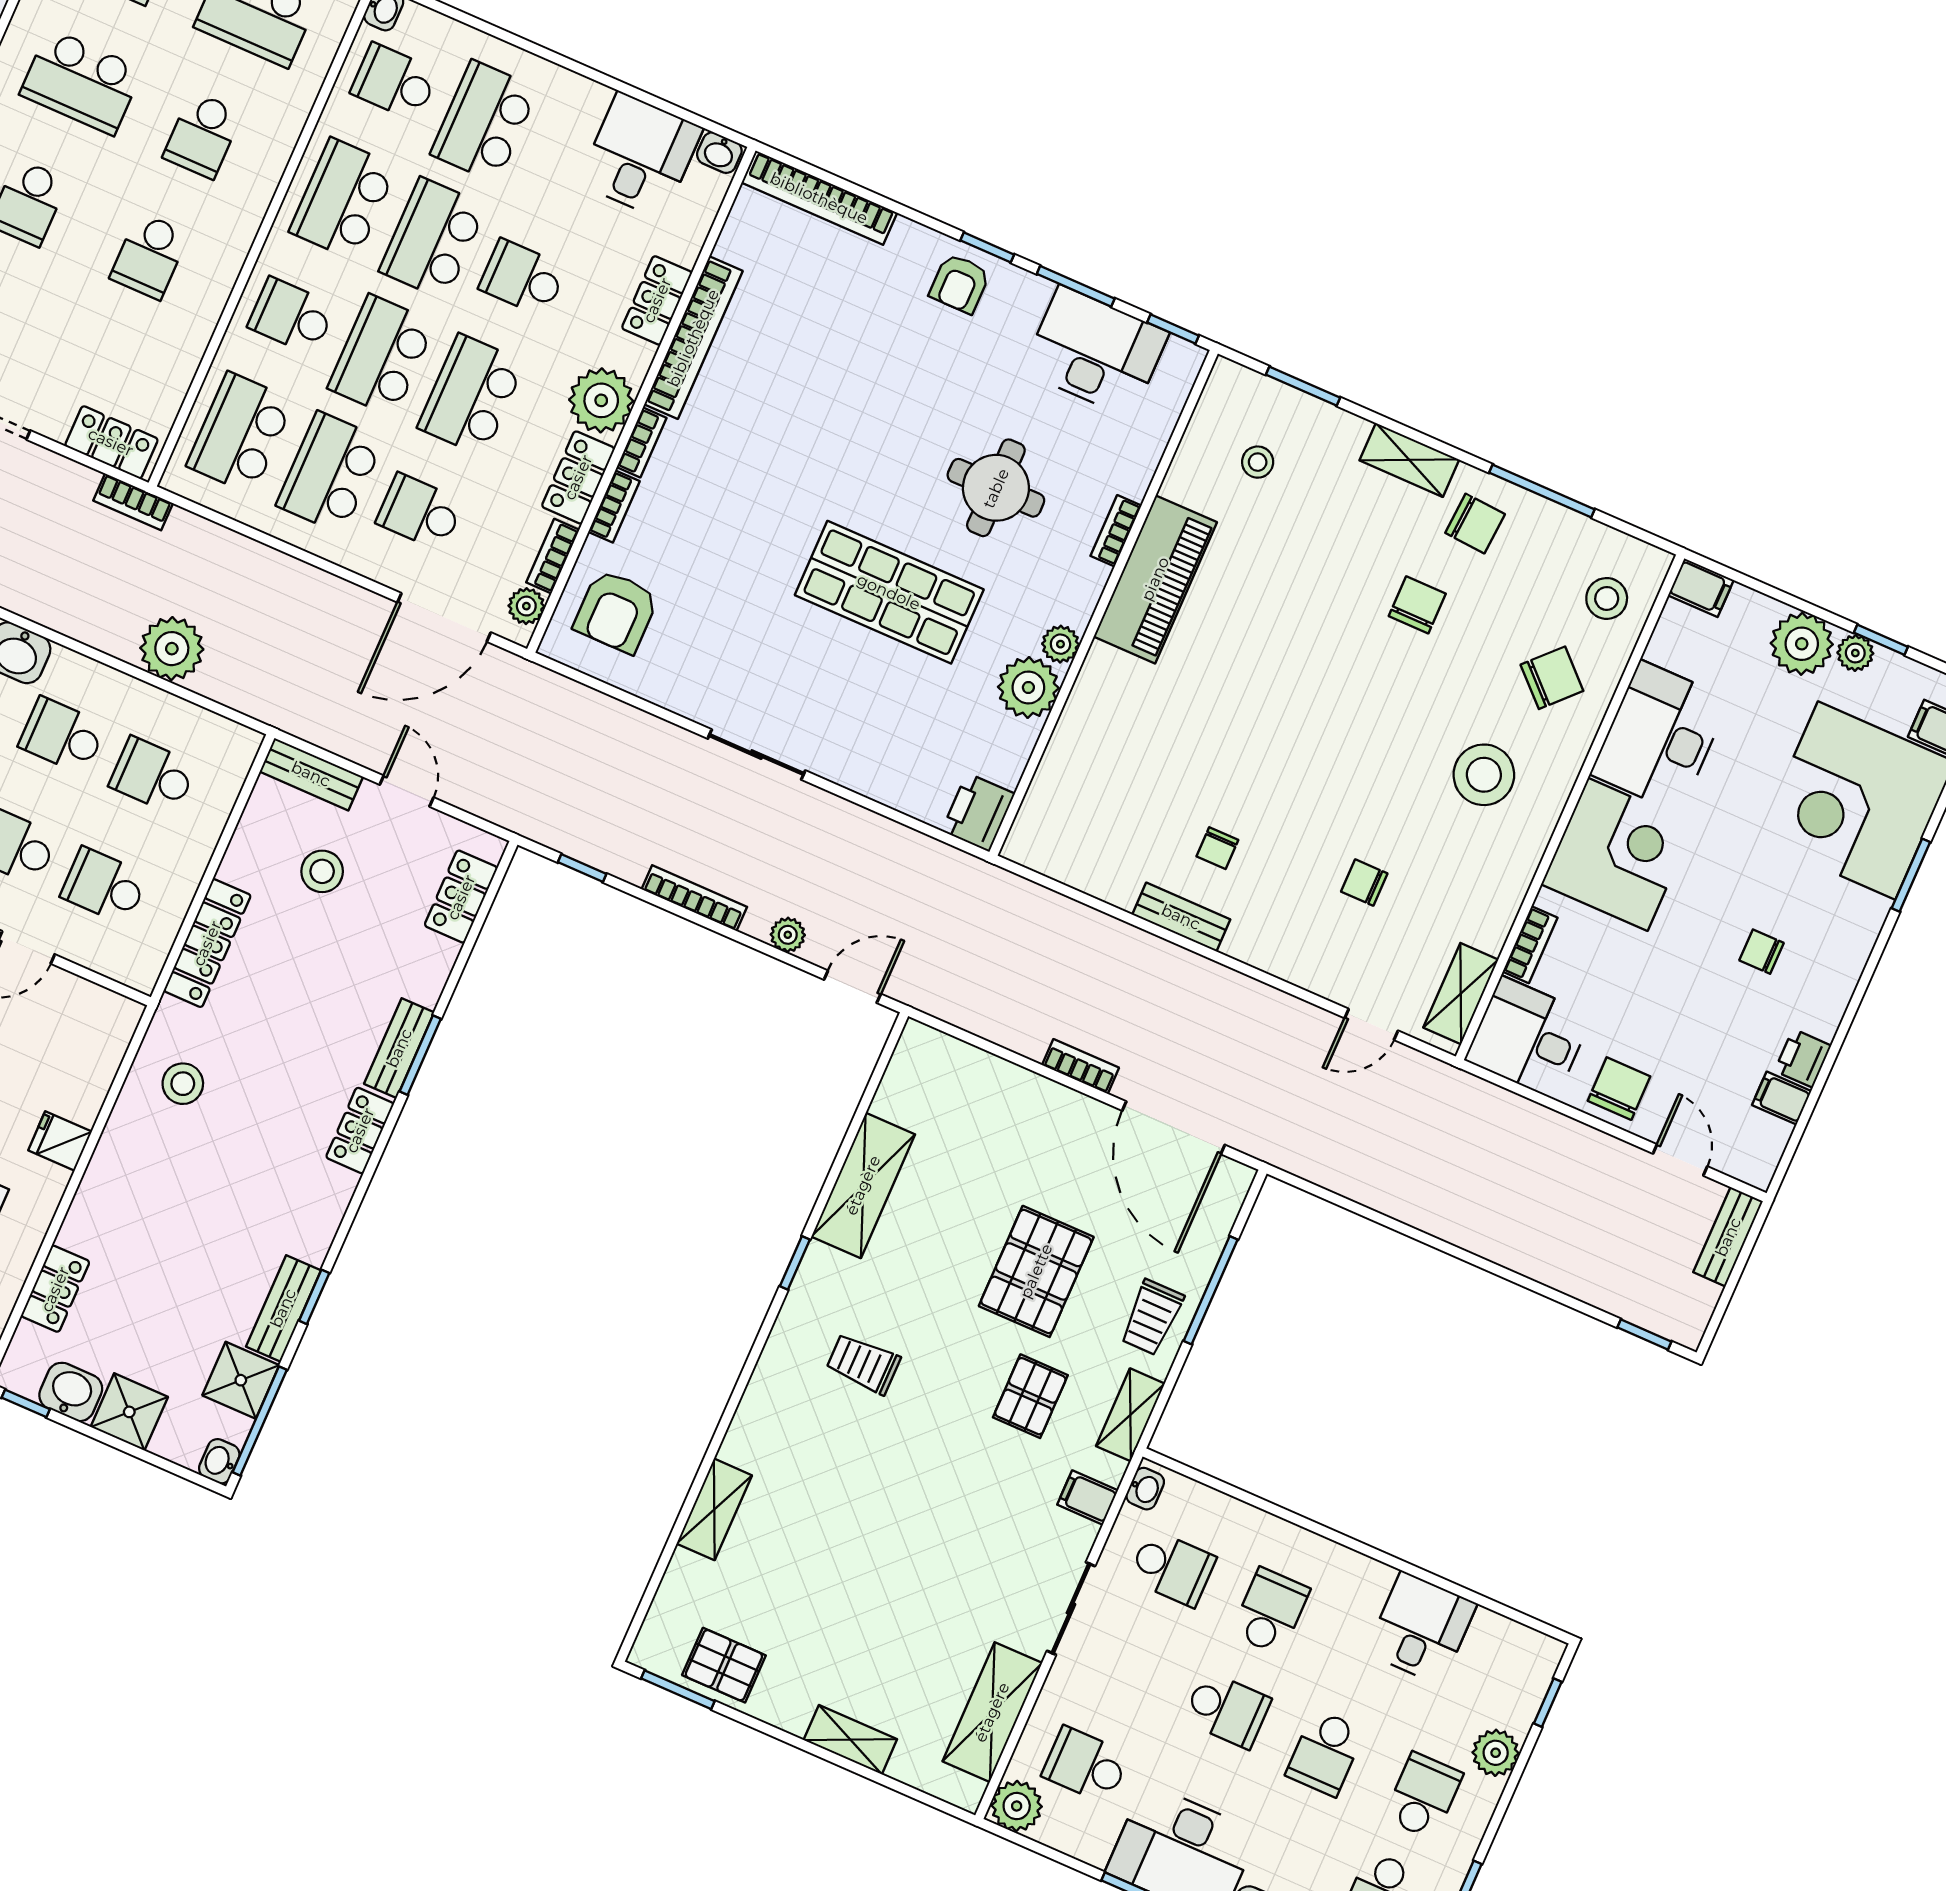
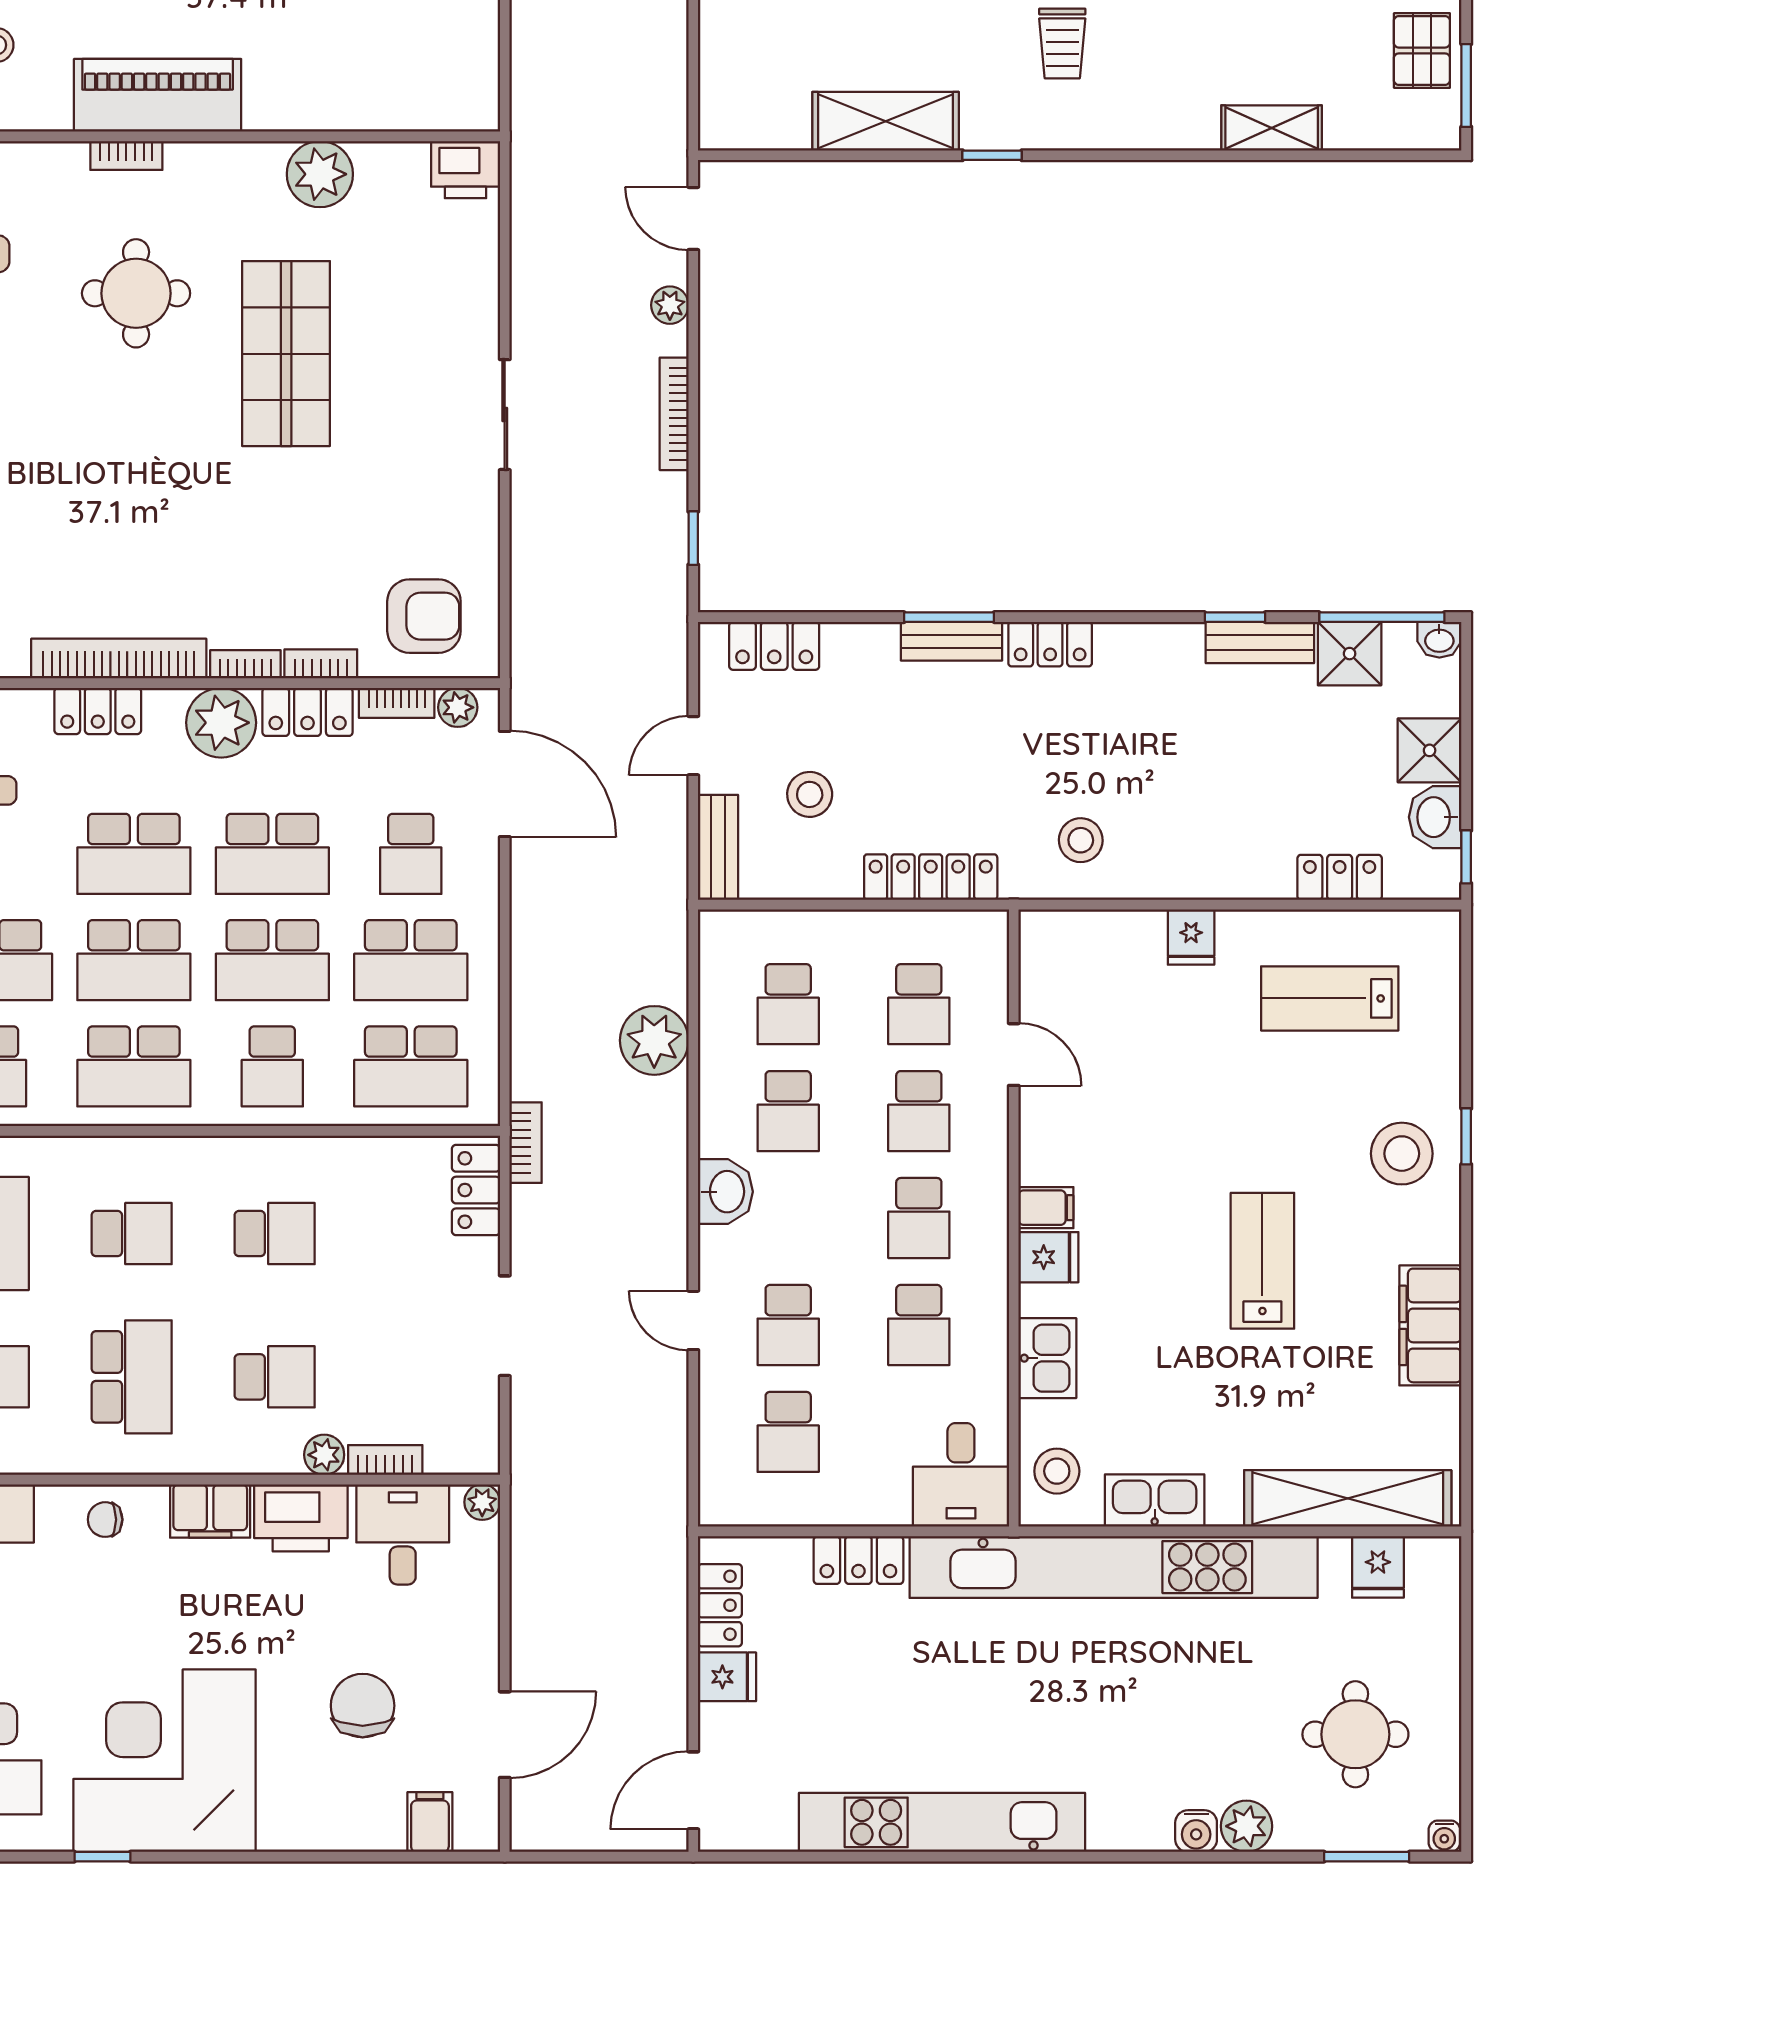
school desk: (523, 278) -> (134, 854), width x1.85
plant: (1060, 644) -> (263, 161), removed

